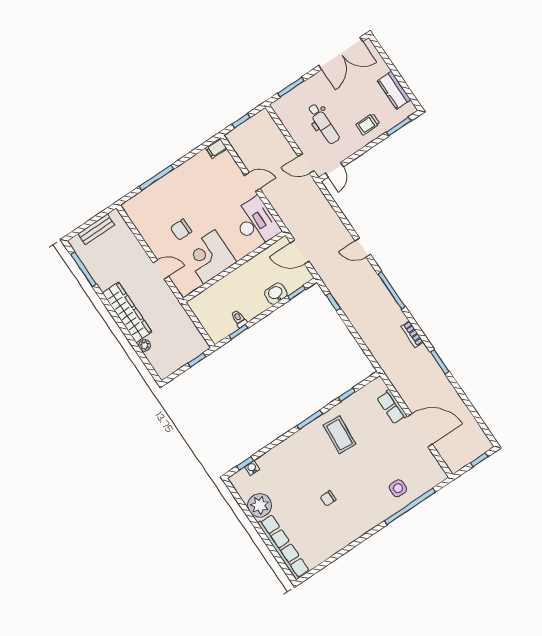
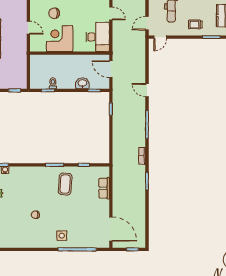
door: (306, 163) -> (147, 23), hinge flipped
door: (420, 430) -> (111, 229), moved
side table: (398, 488) -> (62, 236), moved

